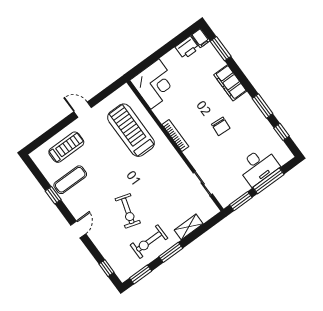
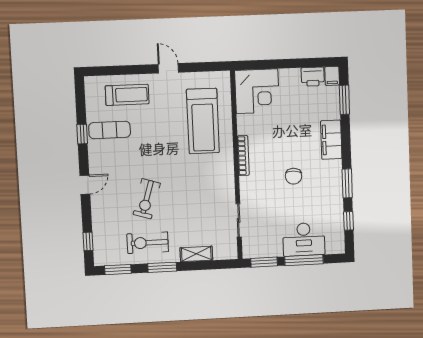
treadmill: (131, 130) -> (203, 121), turned 180

